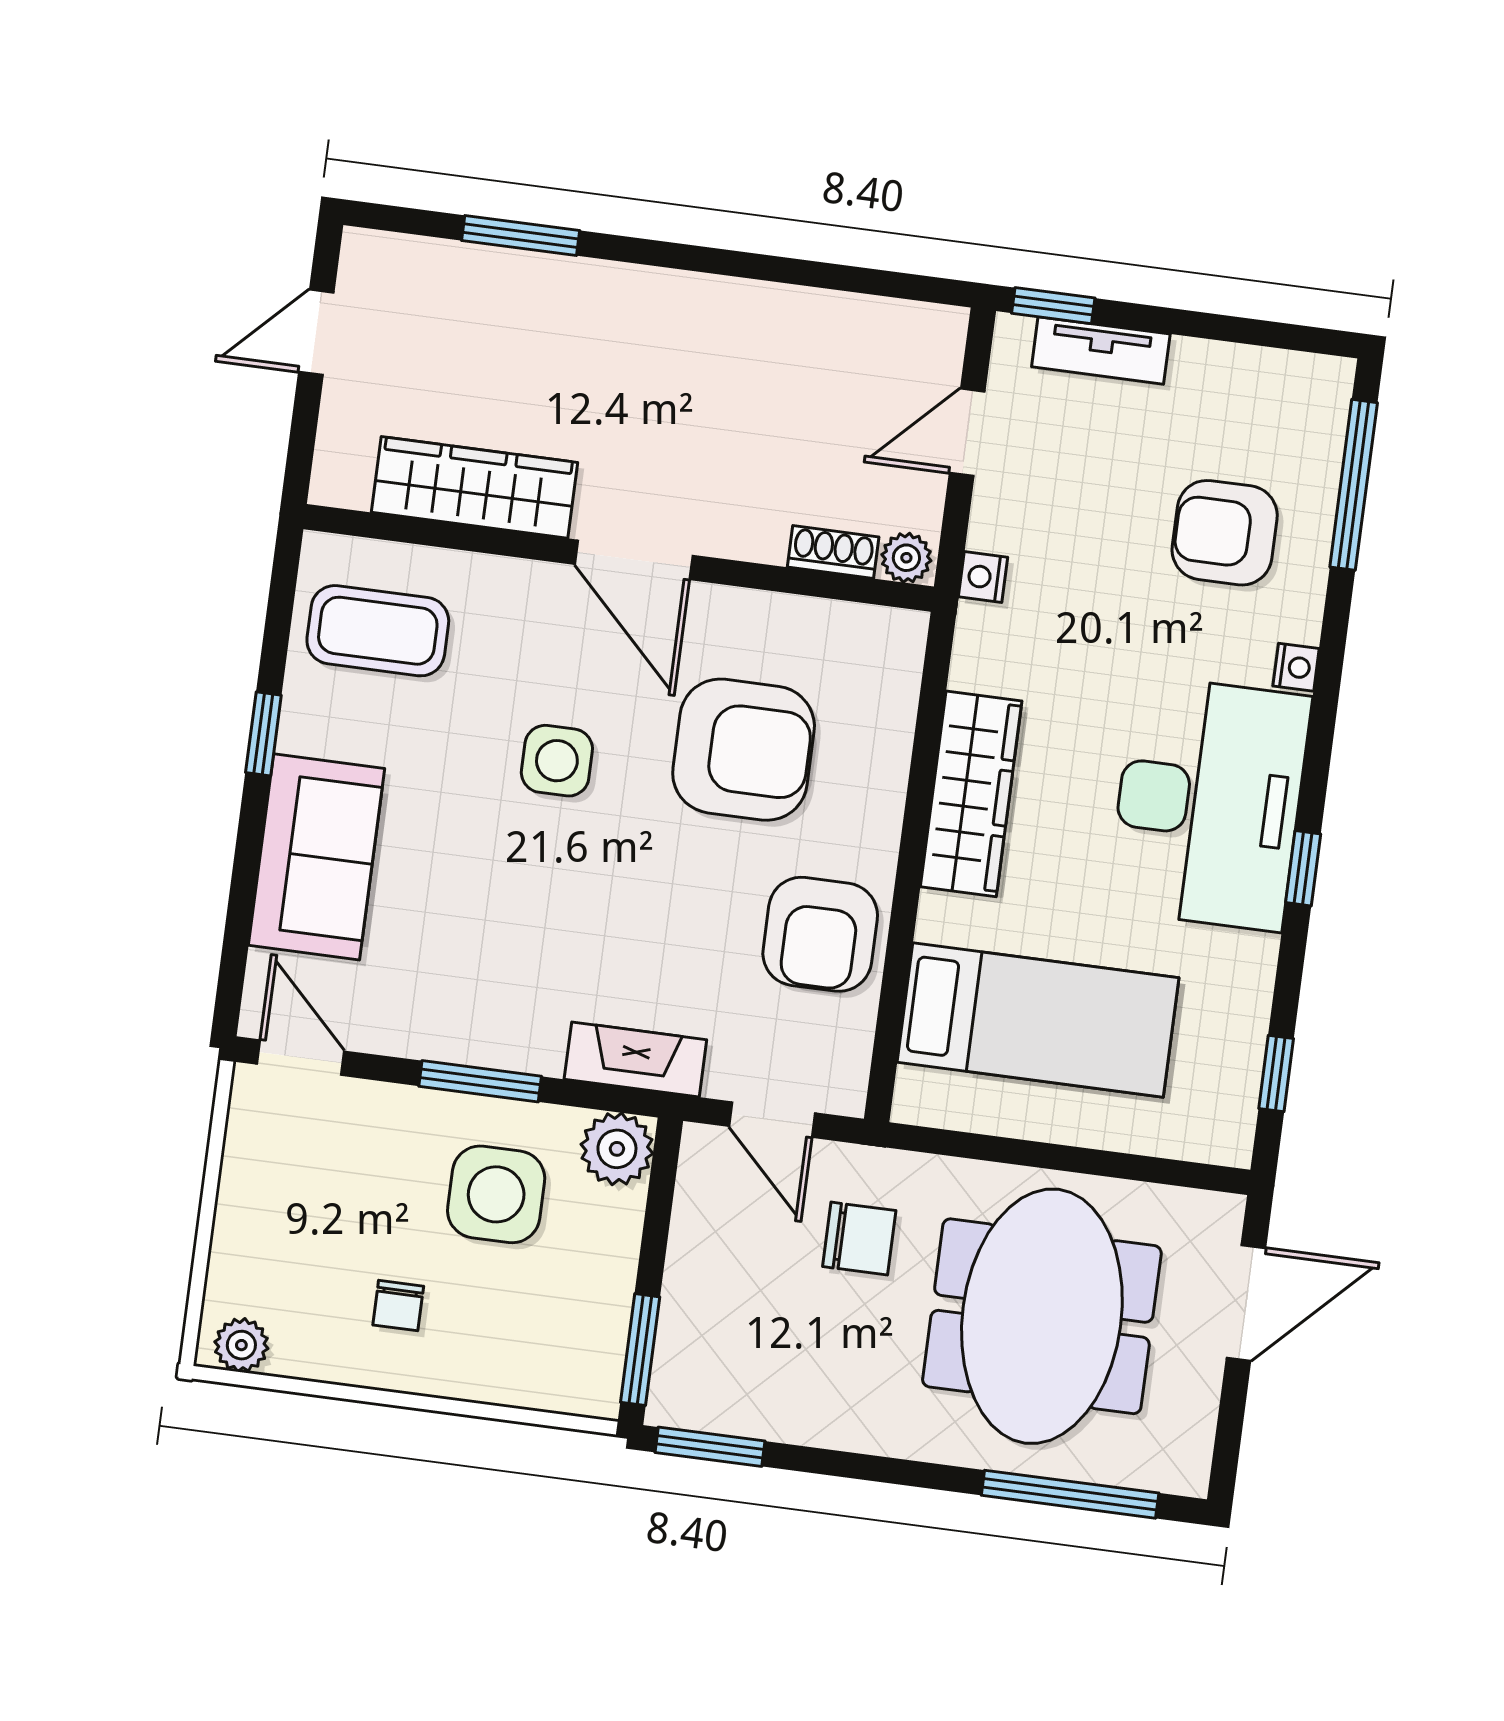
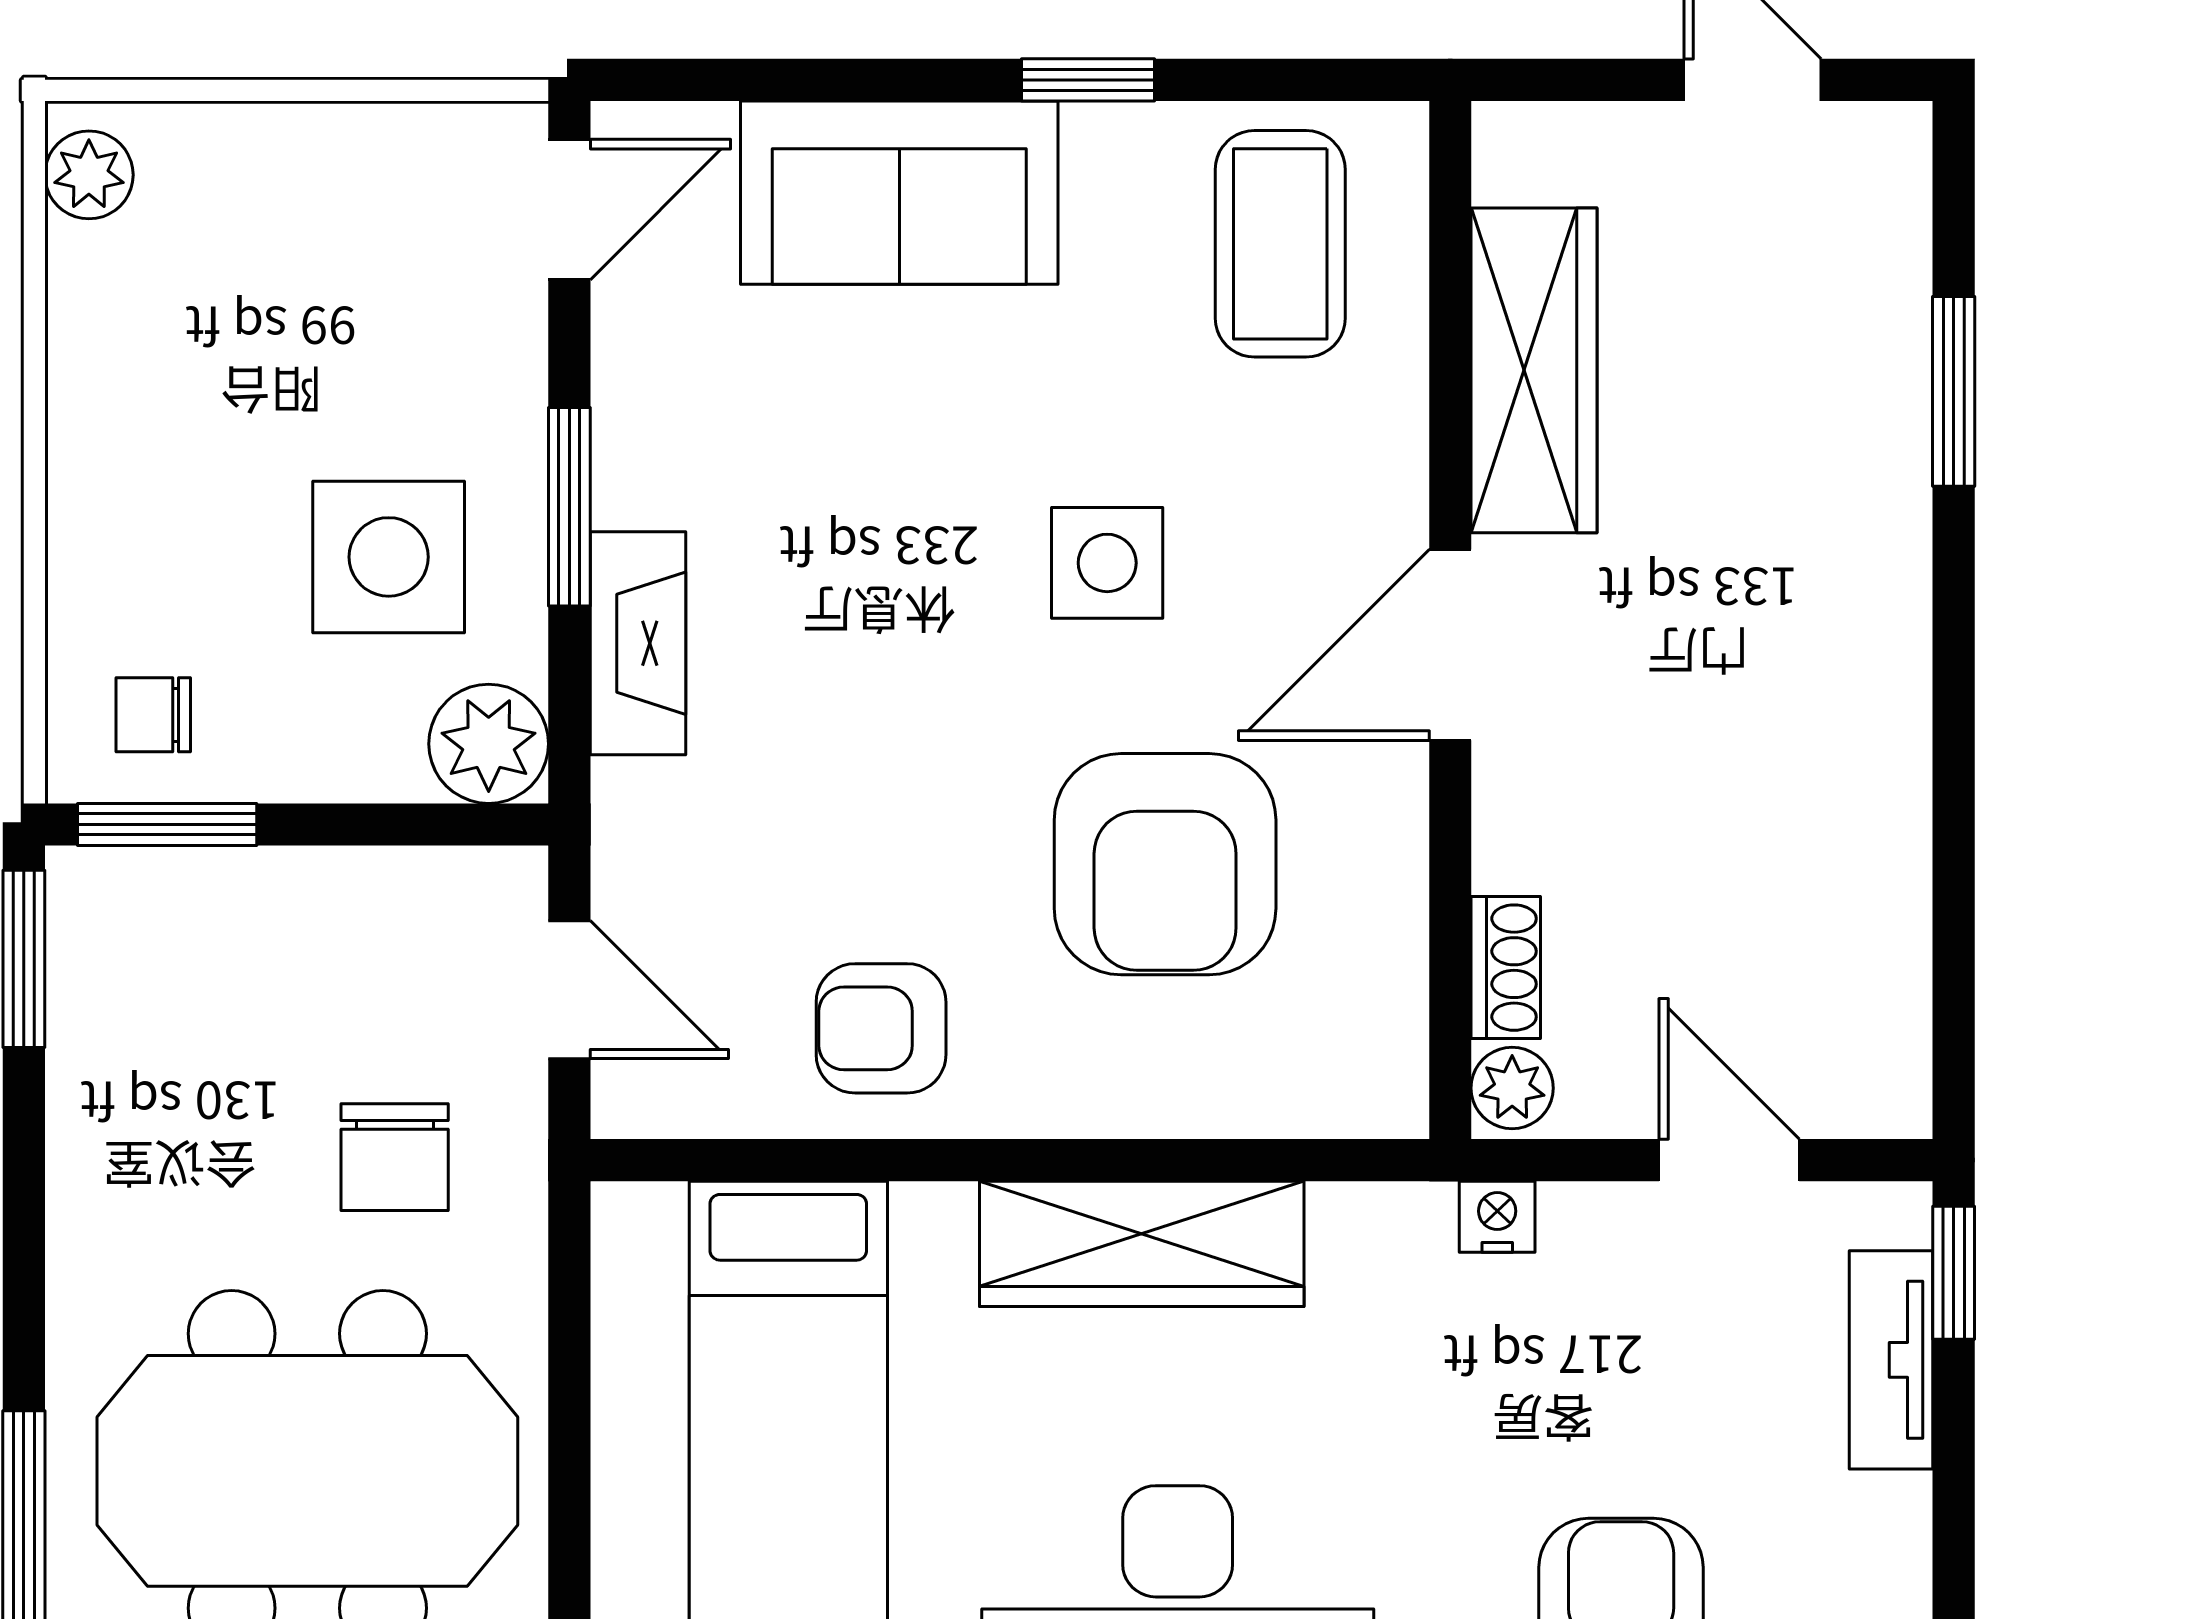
armchair: (820, 934) -> (881, 1028), width x0.72, depth x0.72
fireplace: (635, 1059) -> (638, 643), moved
door: (772, 1120) -> (569, 990), swing flipped
chair: (398, 1306) -> (153, 715), moved

